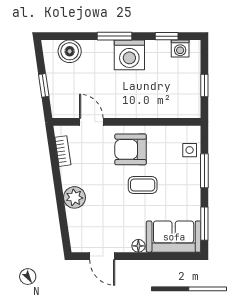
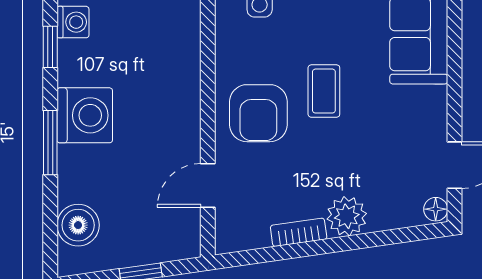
bookcase: (63, 151) -> (299, 232), moved
floor lamp: (138, 246) -> (436, 209), moved

